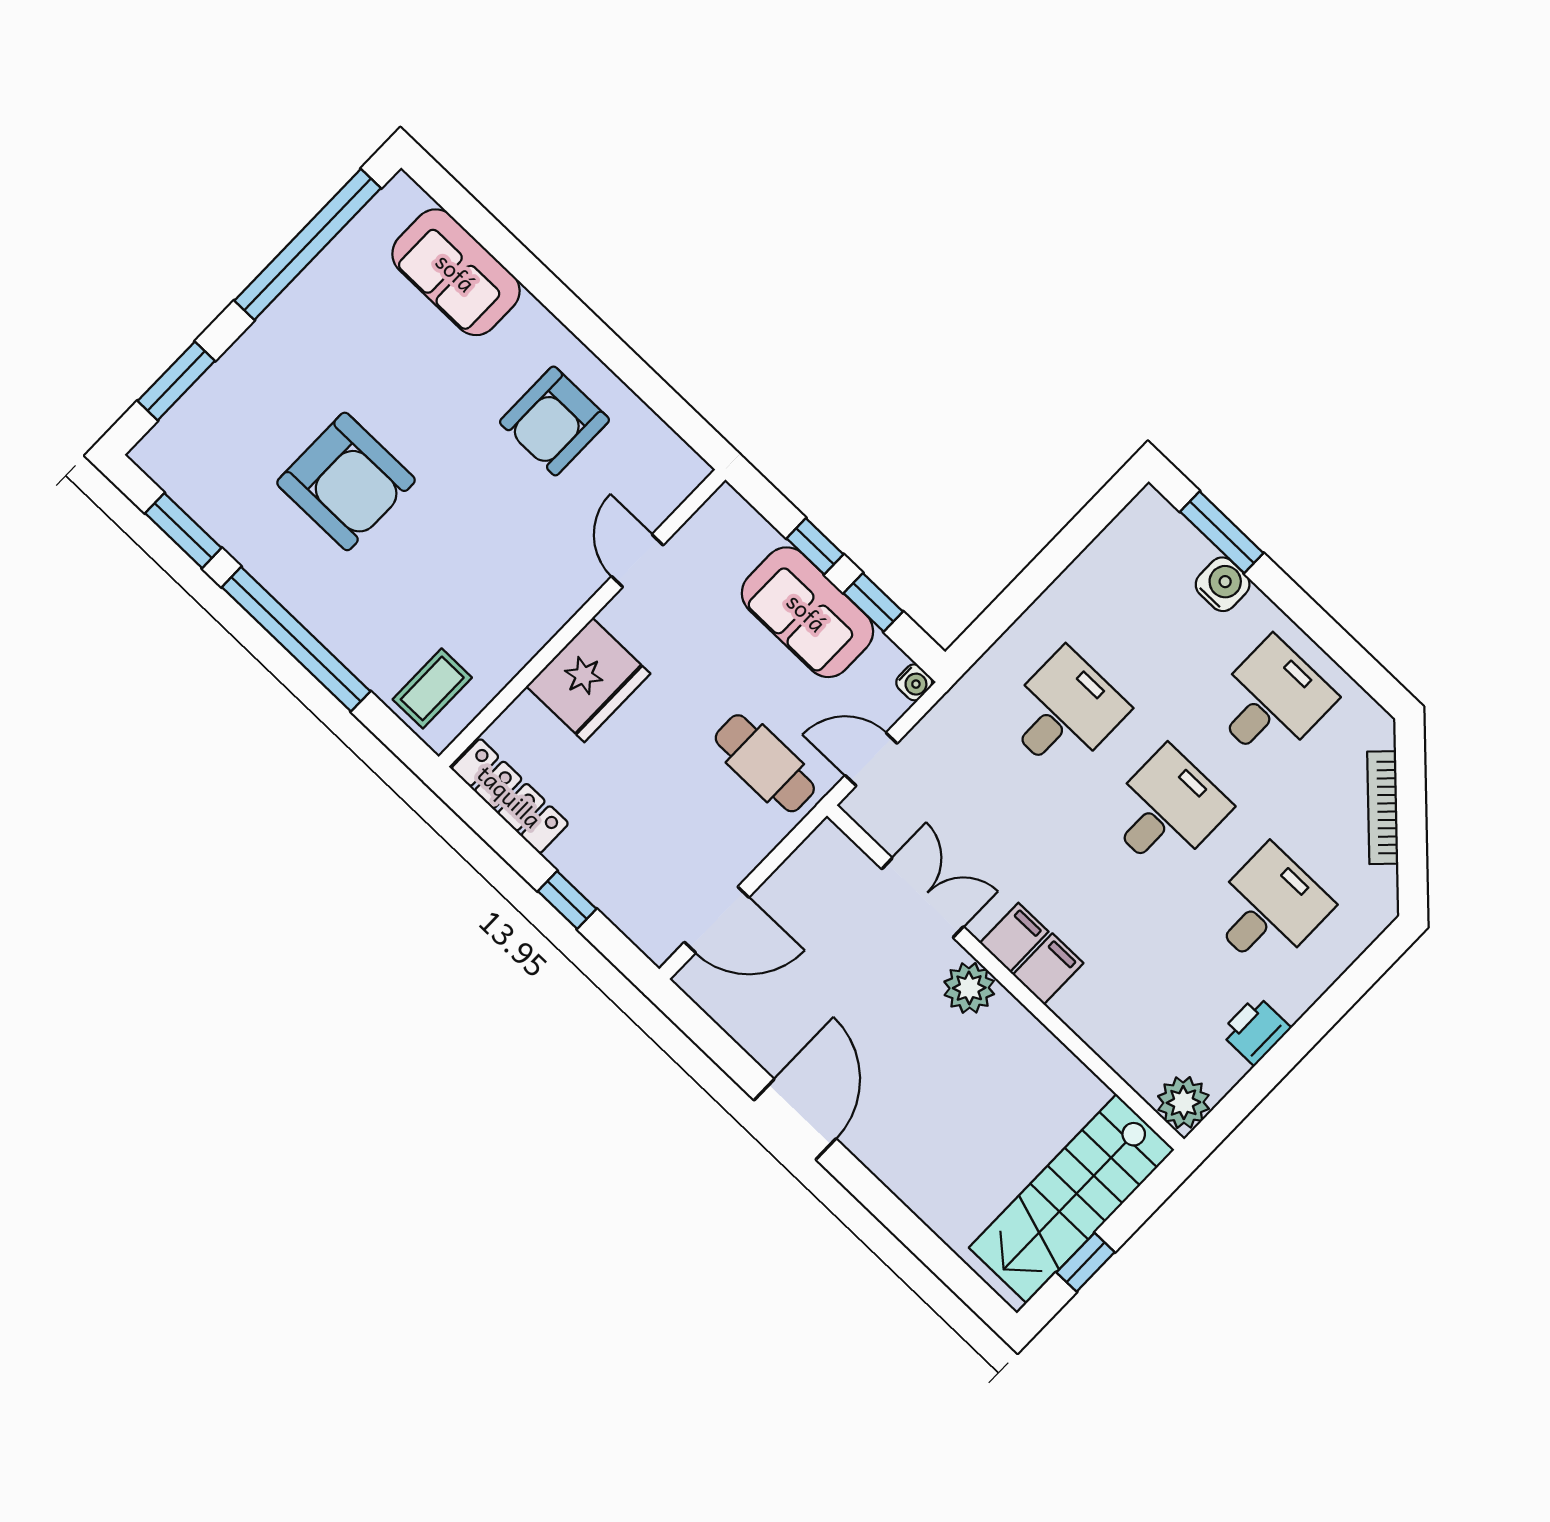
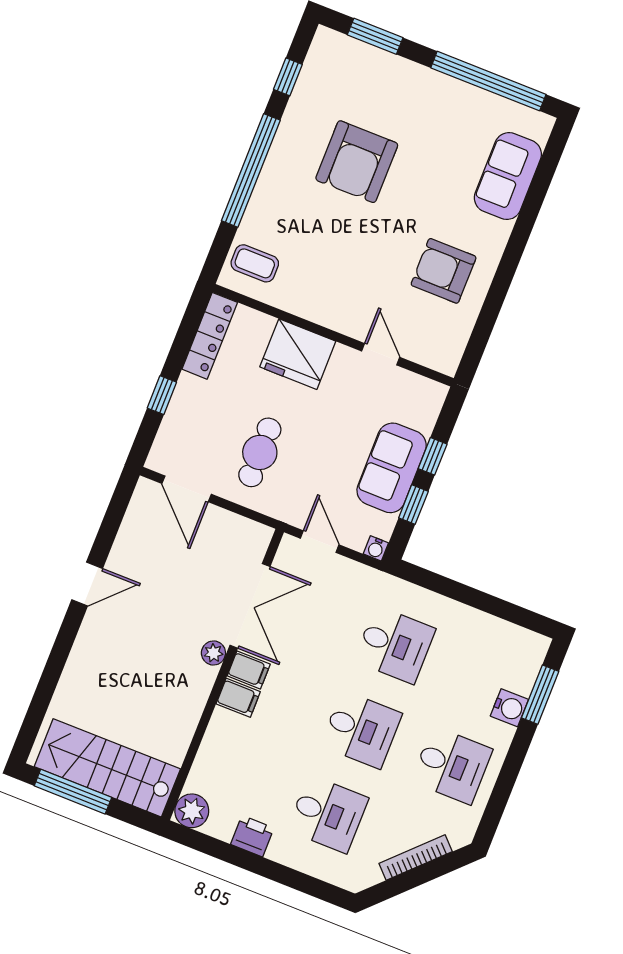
window: (183, 531) -> (288, 77), width x0.67
door: (637, 561) -> (381, 354), hinge flipped
cafe table: (765, 763) -> (260, 452), moved
double door: (923, 898) -> (250, 606), width x1.37
plant: (969, 988) -> (213, 653), width x0.73, depth x0.73
door: (795, 1119) -> (87, 584), width x0.73
window: (1086, 1262) -> (73, 792), width x2.17

